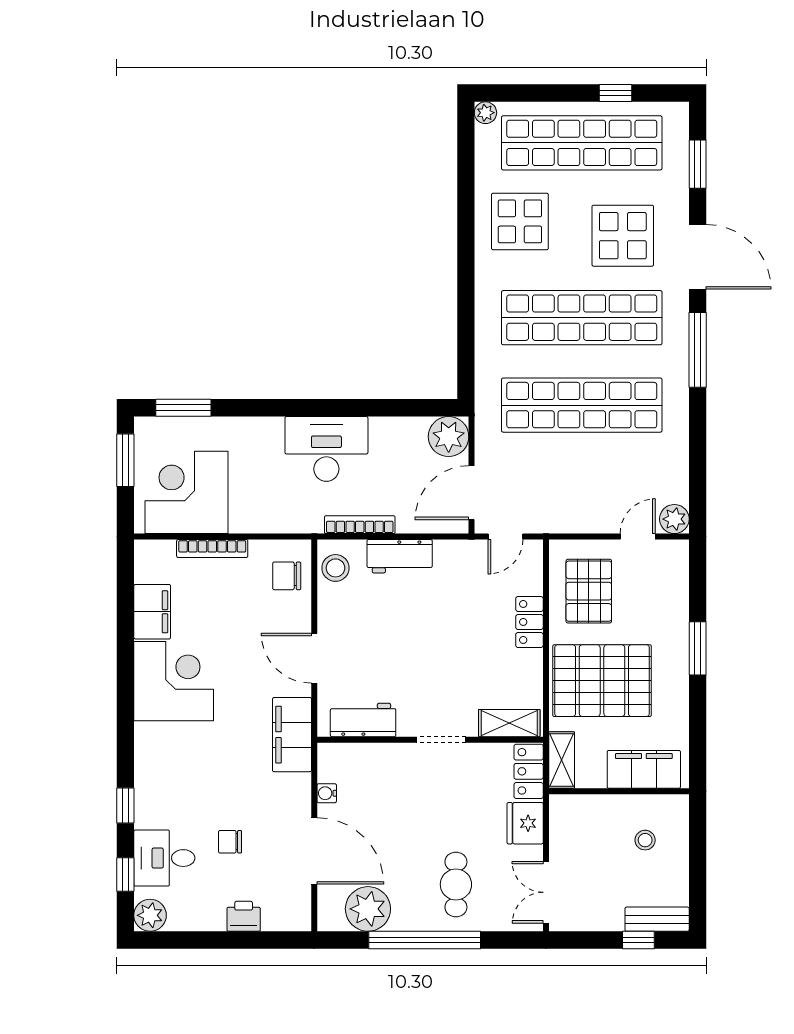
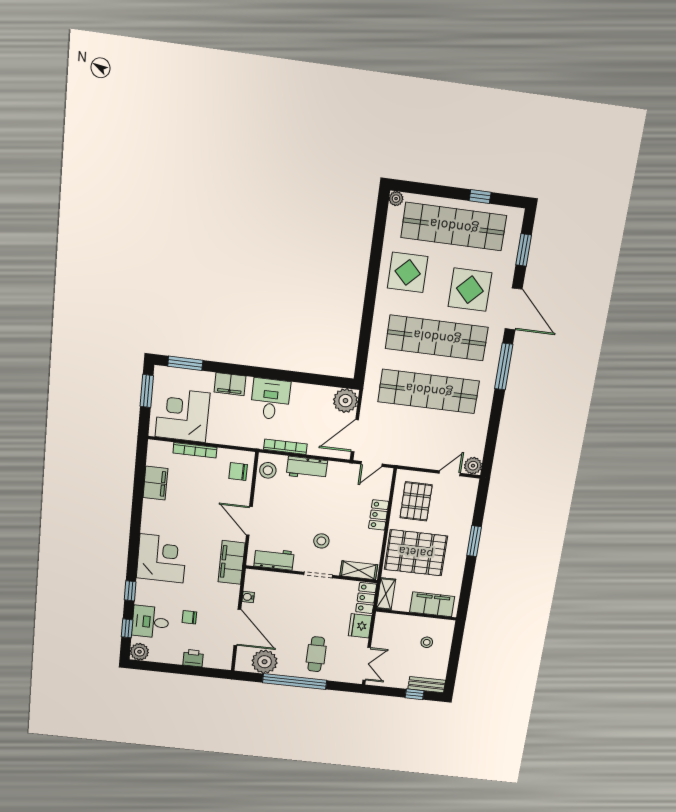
filing cabinet: (258, 433) -> (230, 384), added
desk: (326, 449) -> (270, 399), width x0.73
stool: (439, 679) -> (321, 541), added
corner desk: (174, 681) -> (162, 558), moved
double door: (546, 892) -> (367, 664), swing flipped

